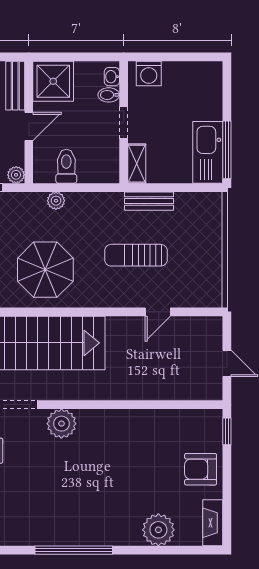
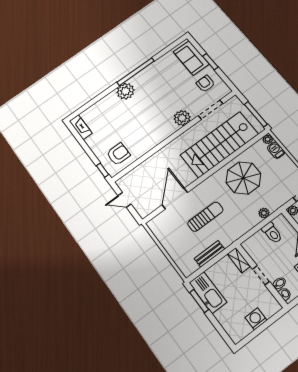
washing machine: (149, 74) -> (256, 319), moved
window: (227, 150) -> (199, 301), width x0.69
bench: (149, 201) -> (209, 254), moved
door: (158, 312) -> (175, 199), width x1.88
armchair: (201, 469) -> (118, 154), moved
plant: (158, 530) -> (125, 91), moved

